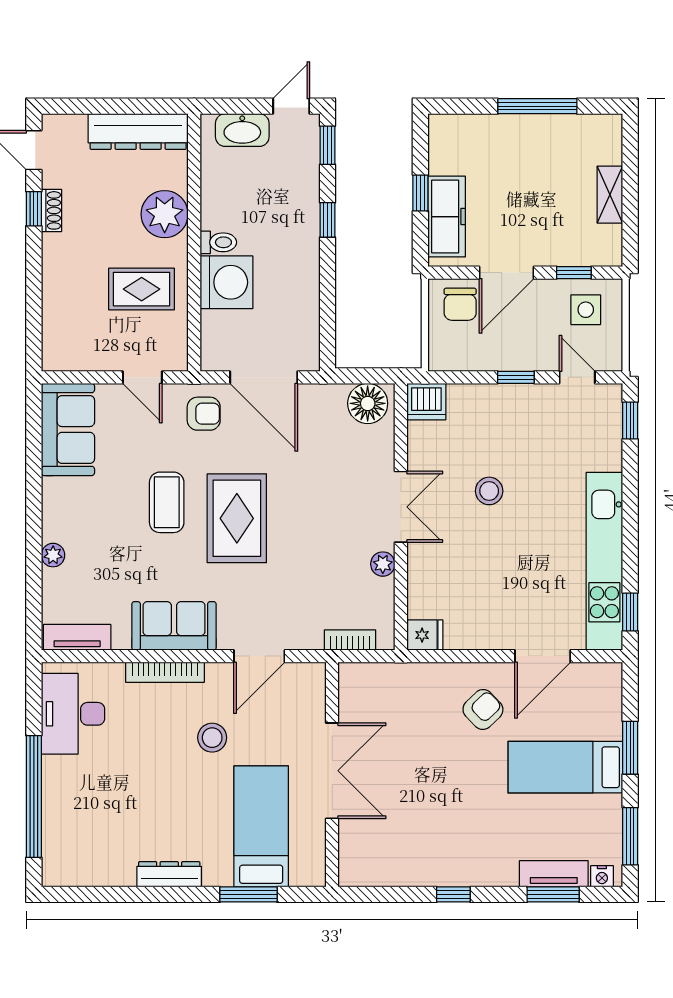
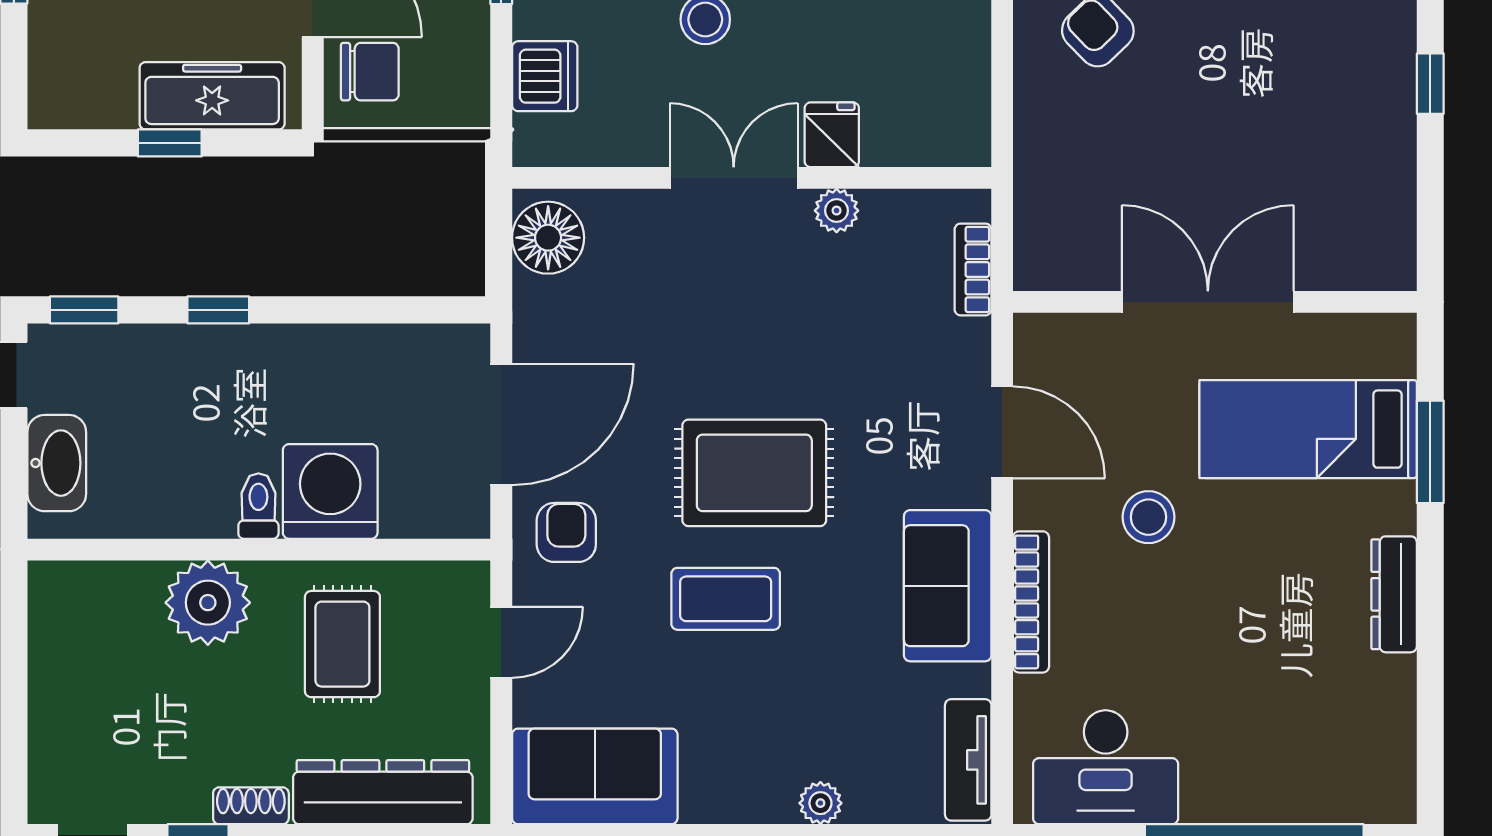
dresser: (138, 131) -> (383, 792), moved, turned -90
shoe rack: (51, 210) -> (251, 806), moved
dishwasher: (426, 402) -> (545, 76), moved
fridge: (425, 635) -> (832, 135), moved

